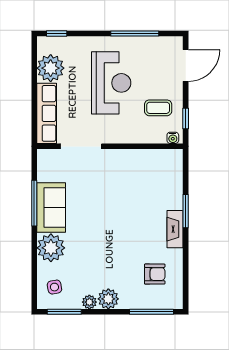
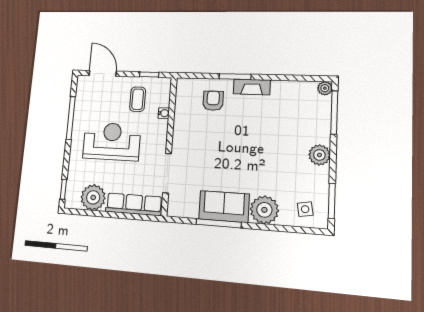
water cooler: (173, 138) -> (164, 113), moved
armchair: (155, 274) -> (213, 101), moved
plant: (89, 302) -> (325, 88), moved

